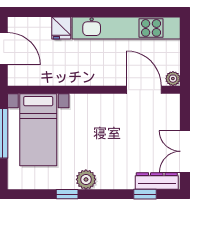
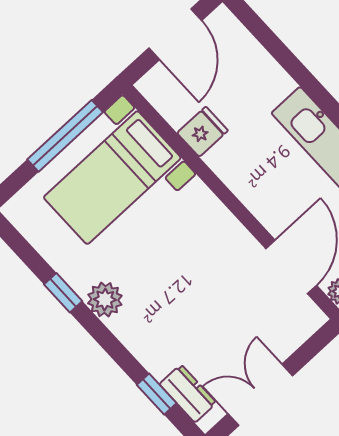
fridge: (61, 28) -> (203, 132), moved, turned 180
dresser: (157, 181) -> (188, 393), width x0.70

